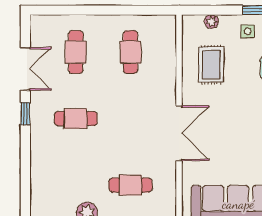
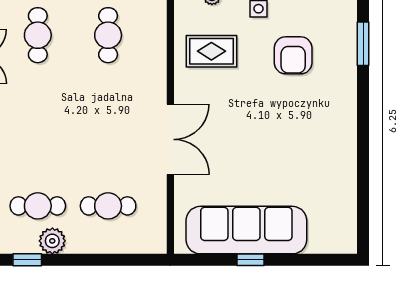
rug: (211, 65) -> (211, 51), turned 90
cafe table: (76, 119) -> (38, 206), moved

